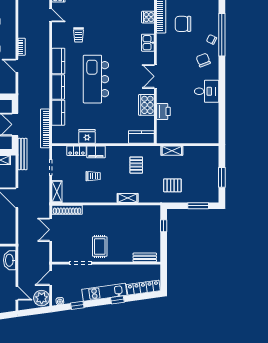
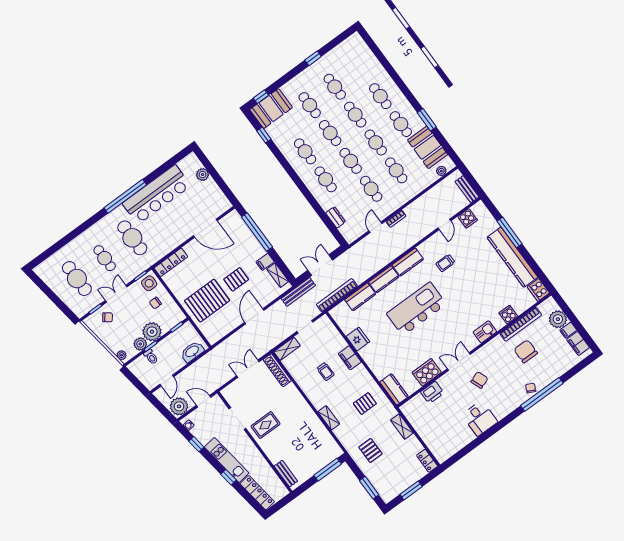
chair: (203, 60) -> (479, 380), moved
locker: (77, 151) -> (427, 461), moved
window: (164, 226) -> (328, 470), width x2.17

